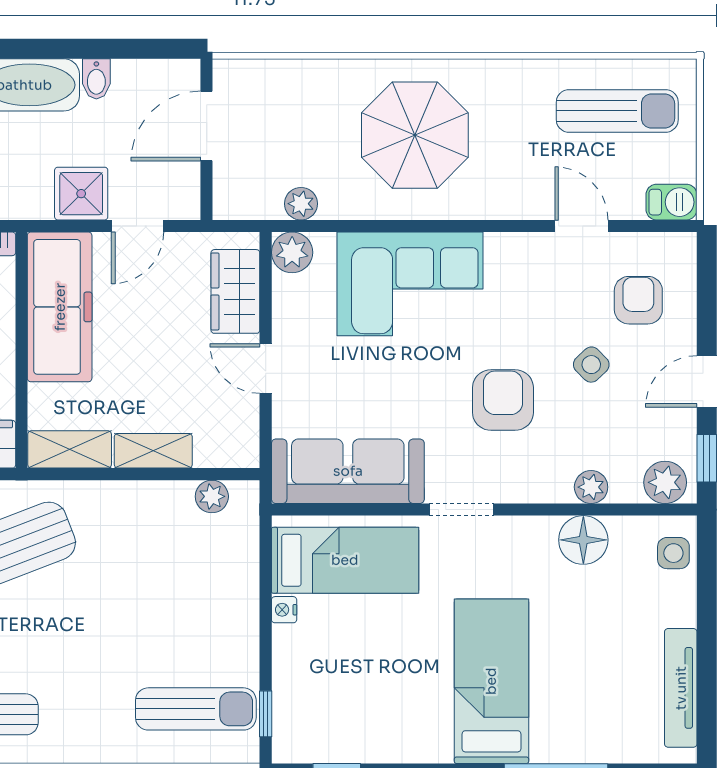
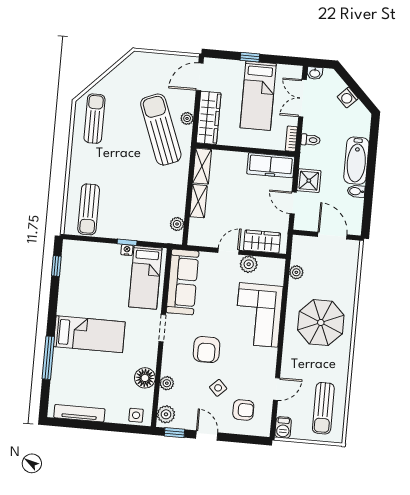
plant: (292, 252) -> (249, 264), moved
freezer: (60, 307) -> (271, 165), width x0.73, depth x0.79
armchair: (503, 400) -> (207, 350), turned 90
window: (266, 714) -> (127, 242), moved

